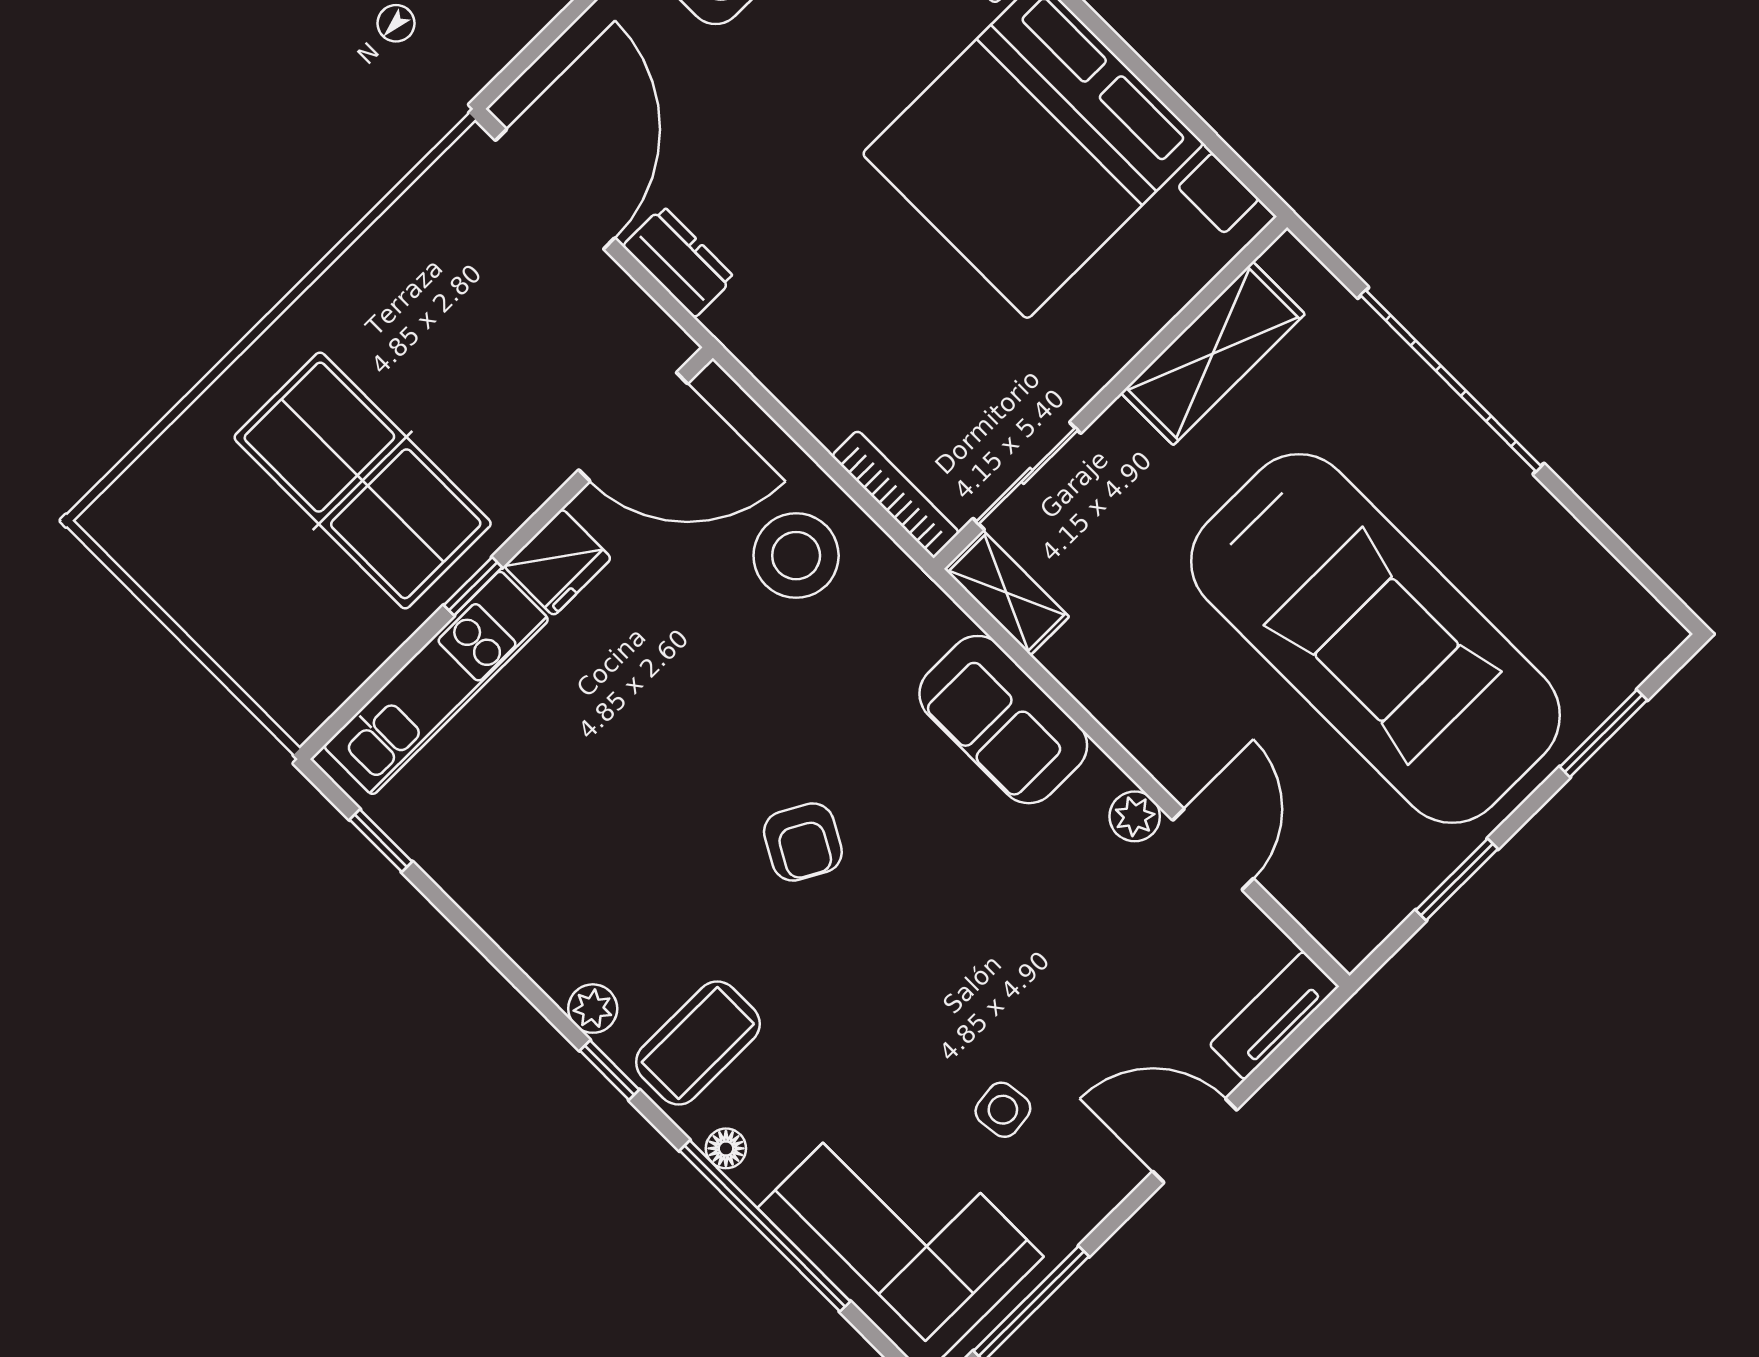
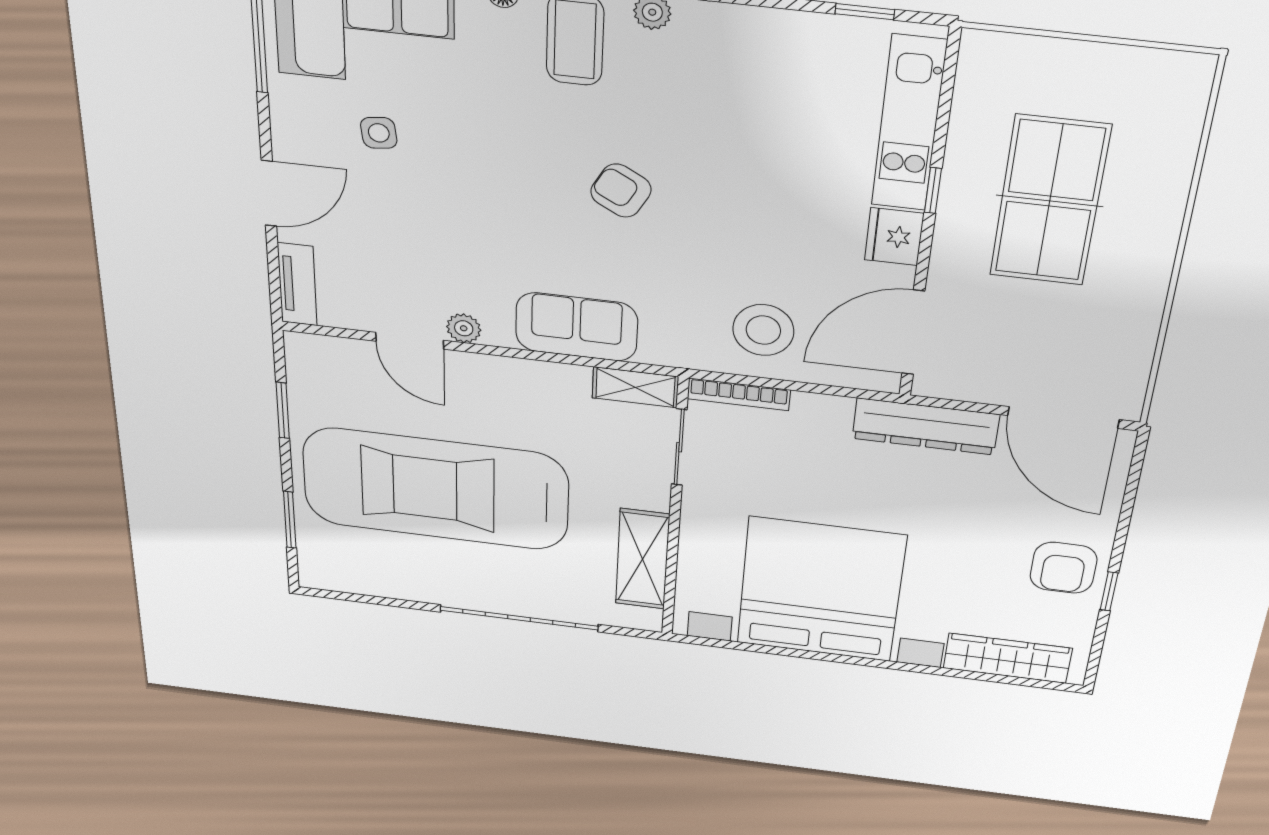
dresser: (679, 262) -> (926, 426), width x1.96, depth x1.24
table tennis table: (363, 480) -> (1050, 201), turned 90

